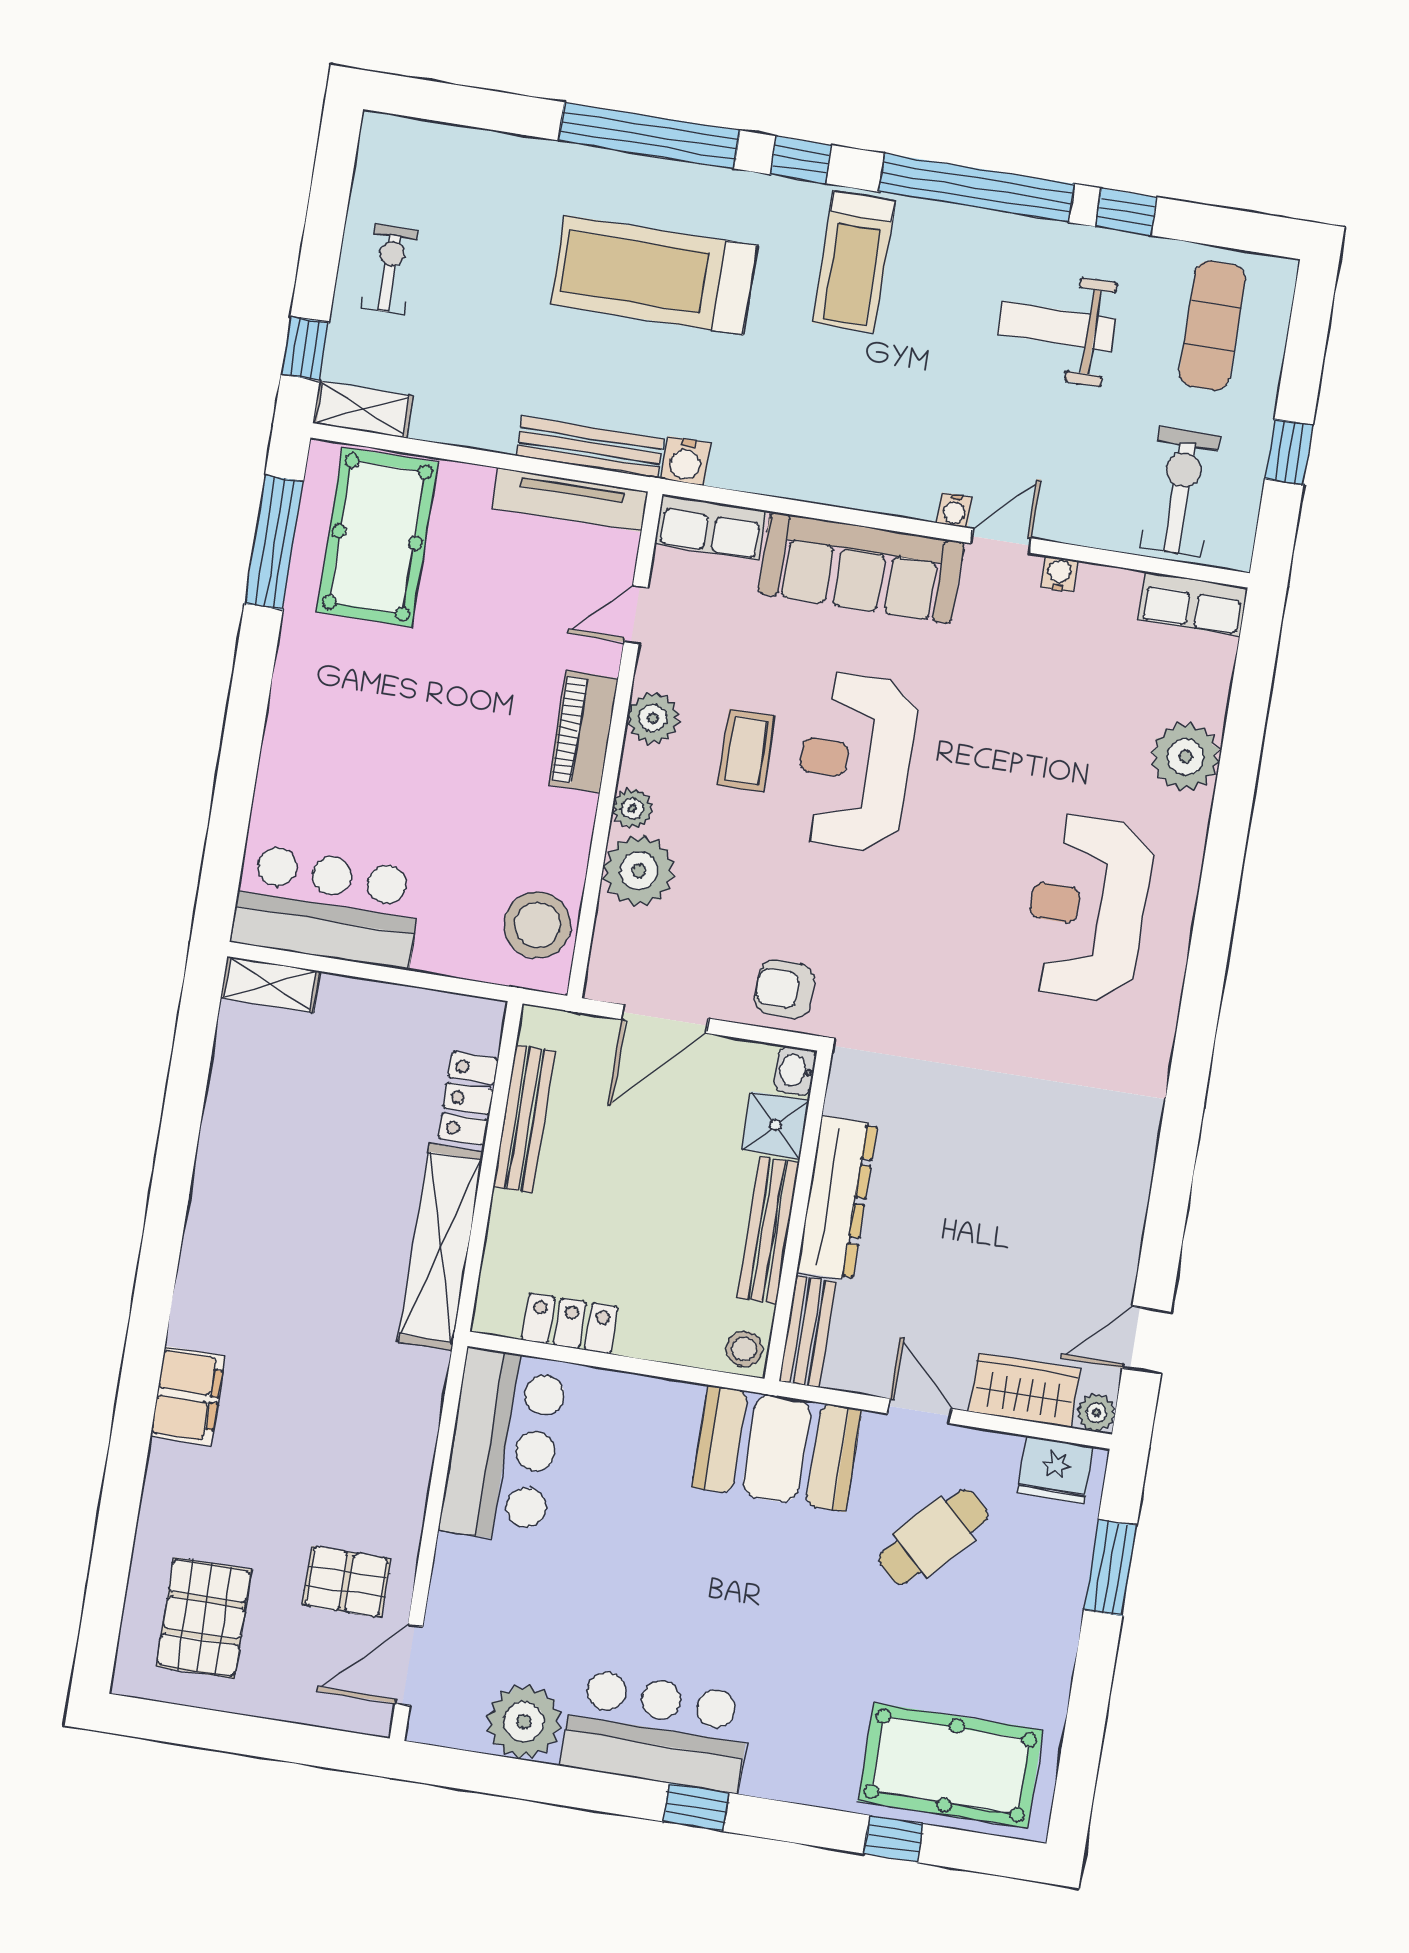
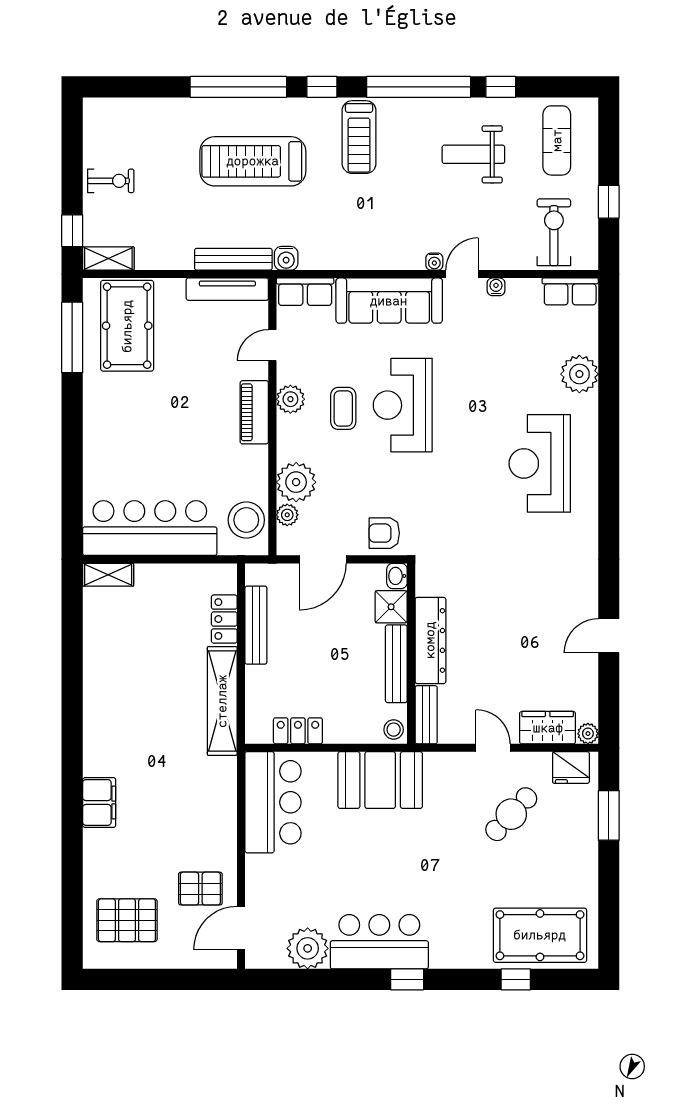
exercise bike: (390, 269) -> (111, 181), turned 90
plant: (632, 809) -> (287, 515), moved
bar counter: (327, 906) -> (150, 528), width x1.36
door: (1147, 1340) -> (609, 636), moved
booth: (777, 1448) -> (380, 780), moved
pallet: (204, 1618) -> (127, 920), turned 90

